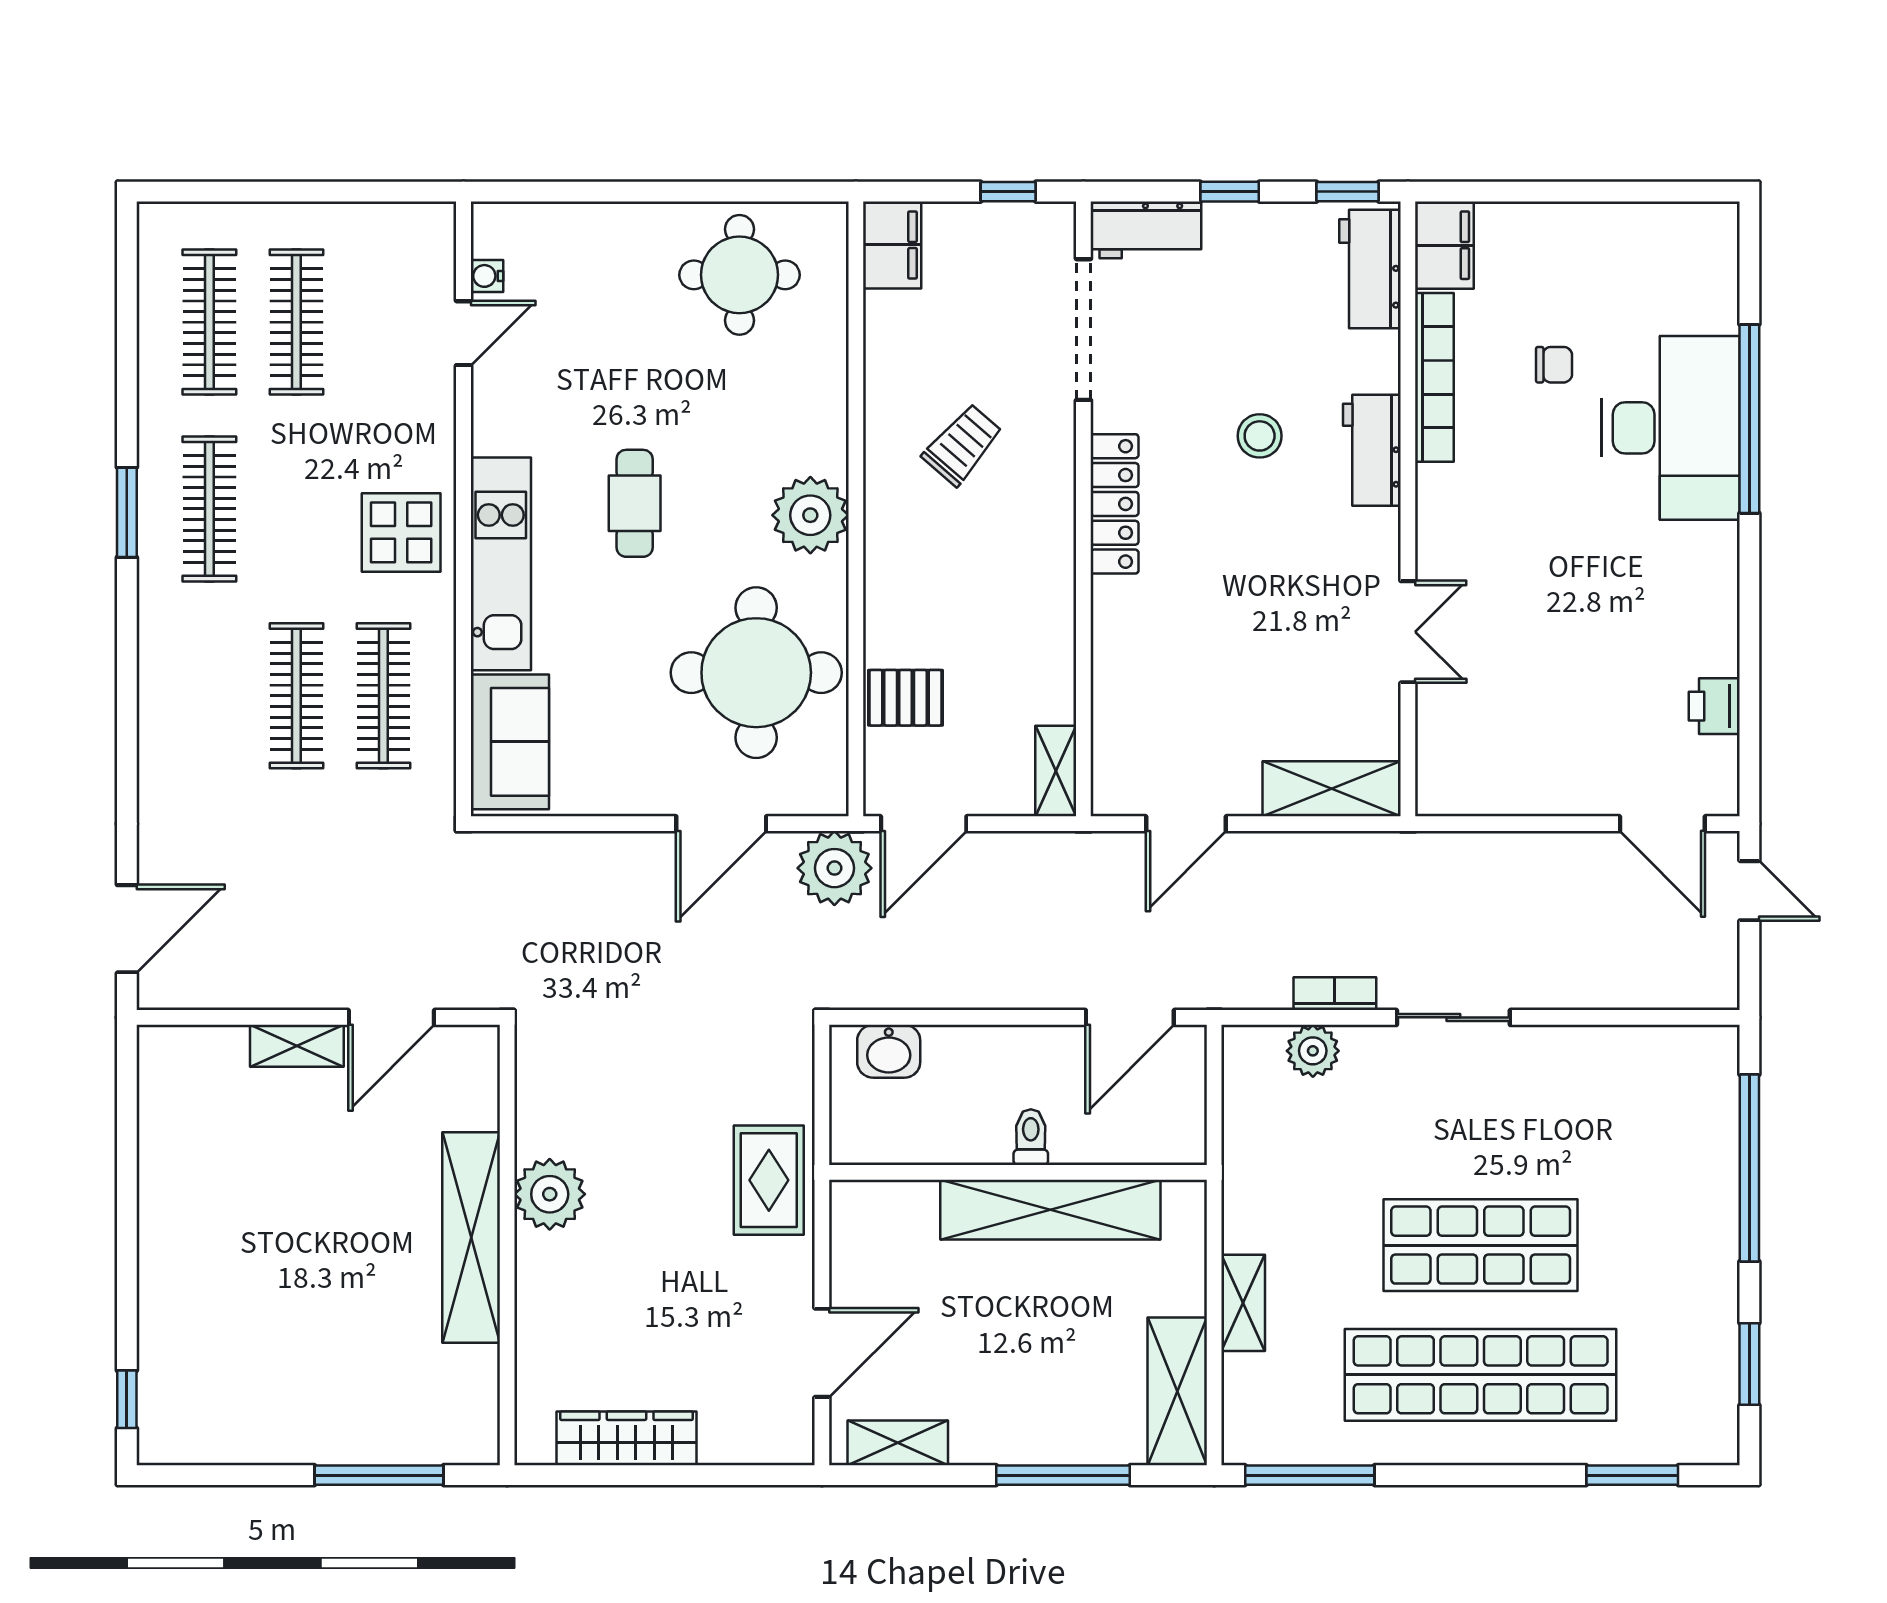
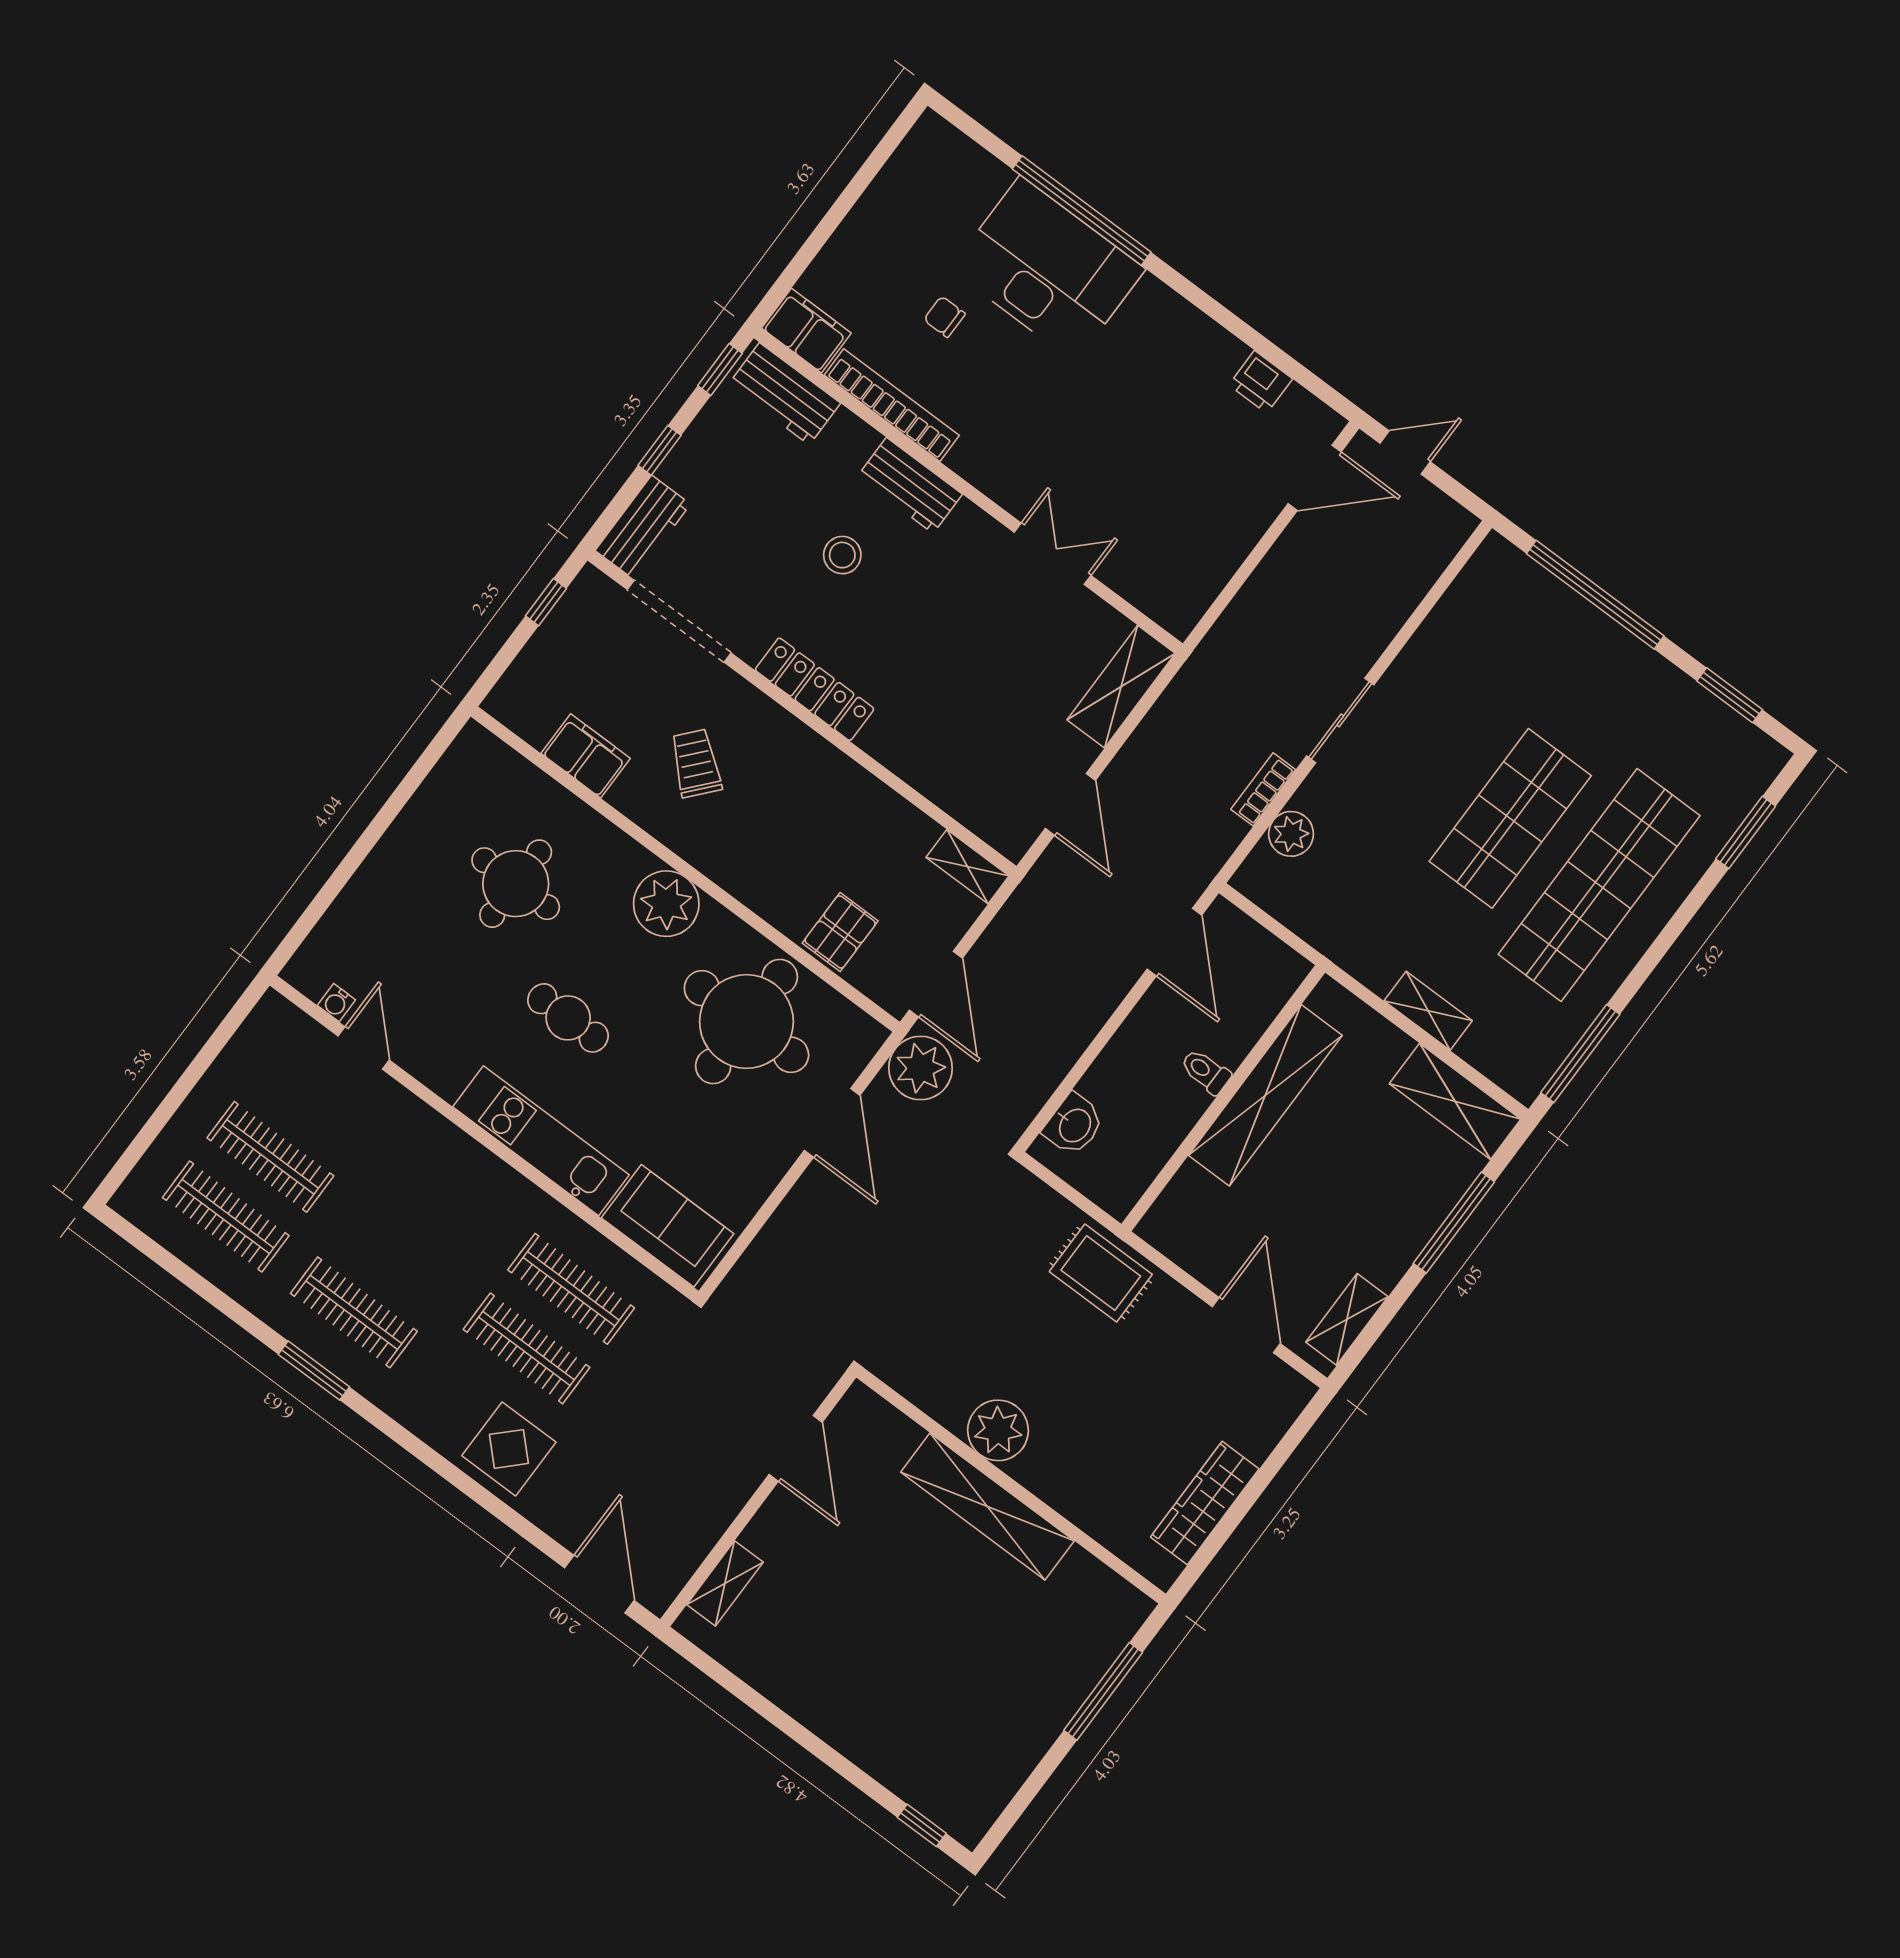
filing cabinet: (892, 245) -> (586, 756), moved
round table: (739, 275) -> (516, 884), moved
chair: (1554, 365) -> (944, 317), turned -90
display table: (401, 532) -> (509, 1449), moved
shelving: (297, 1046) -> (725, 1583), moved

